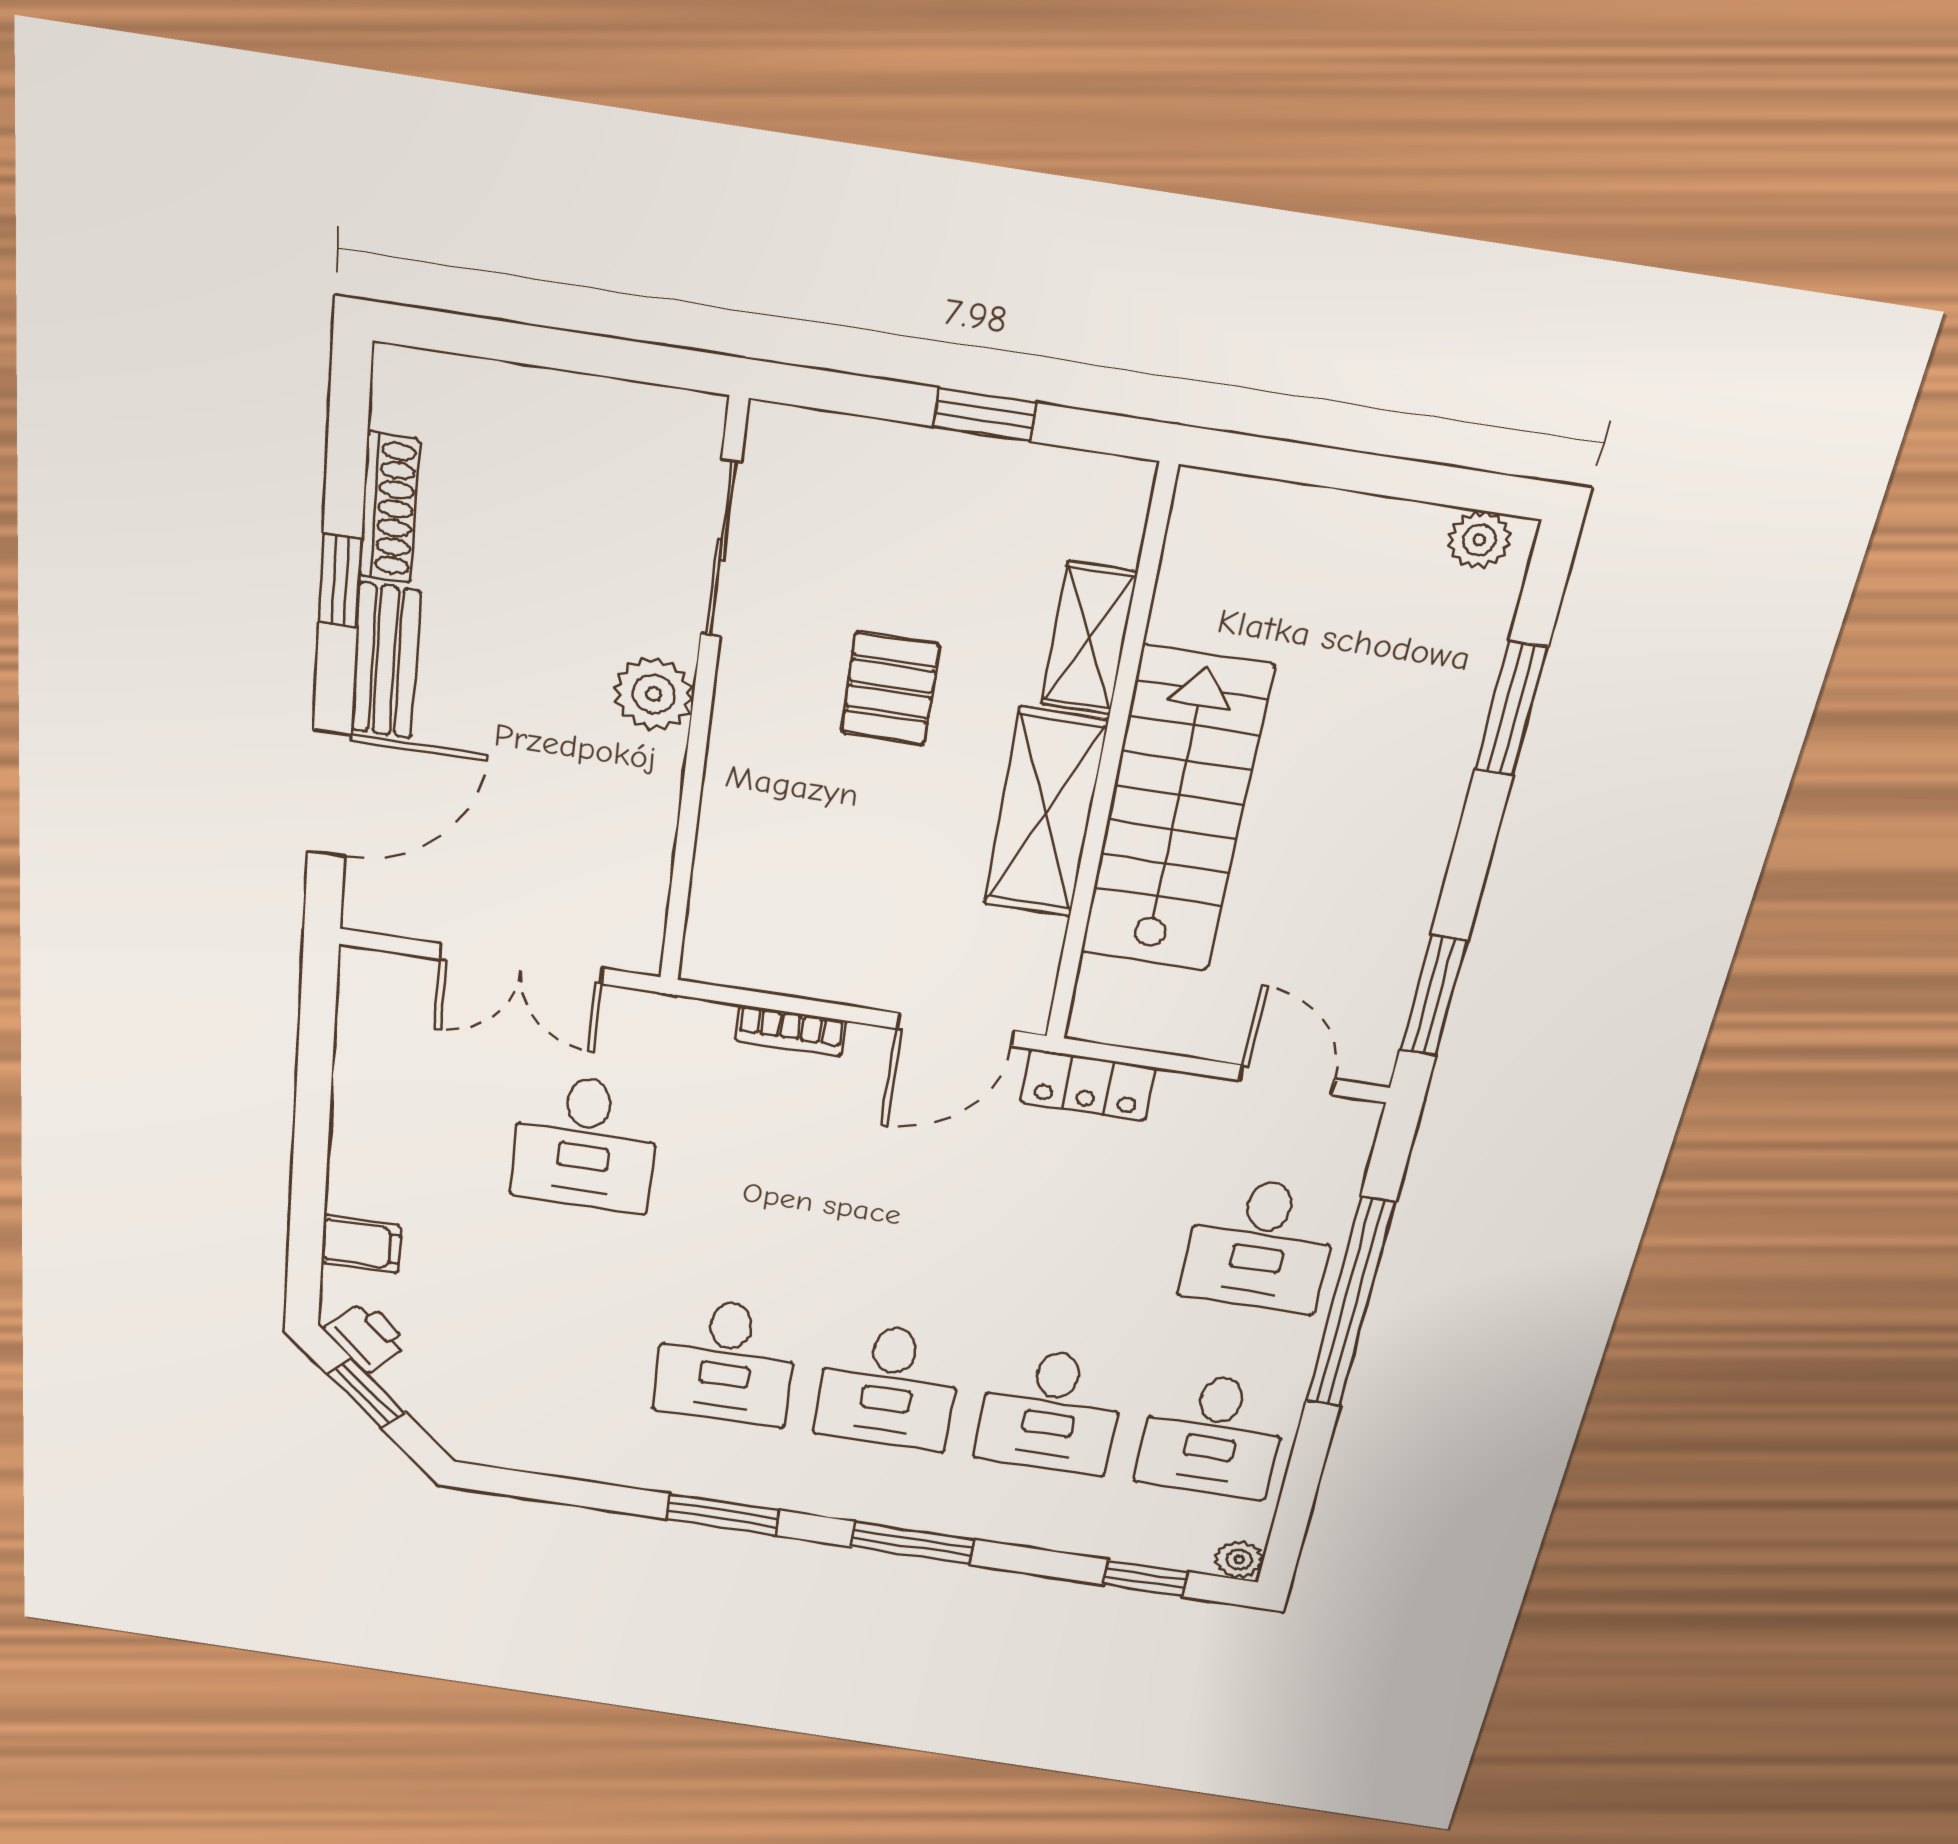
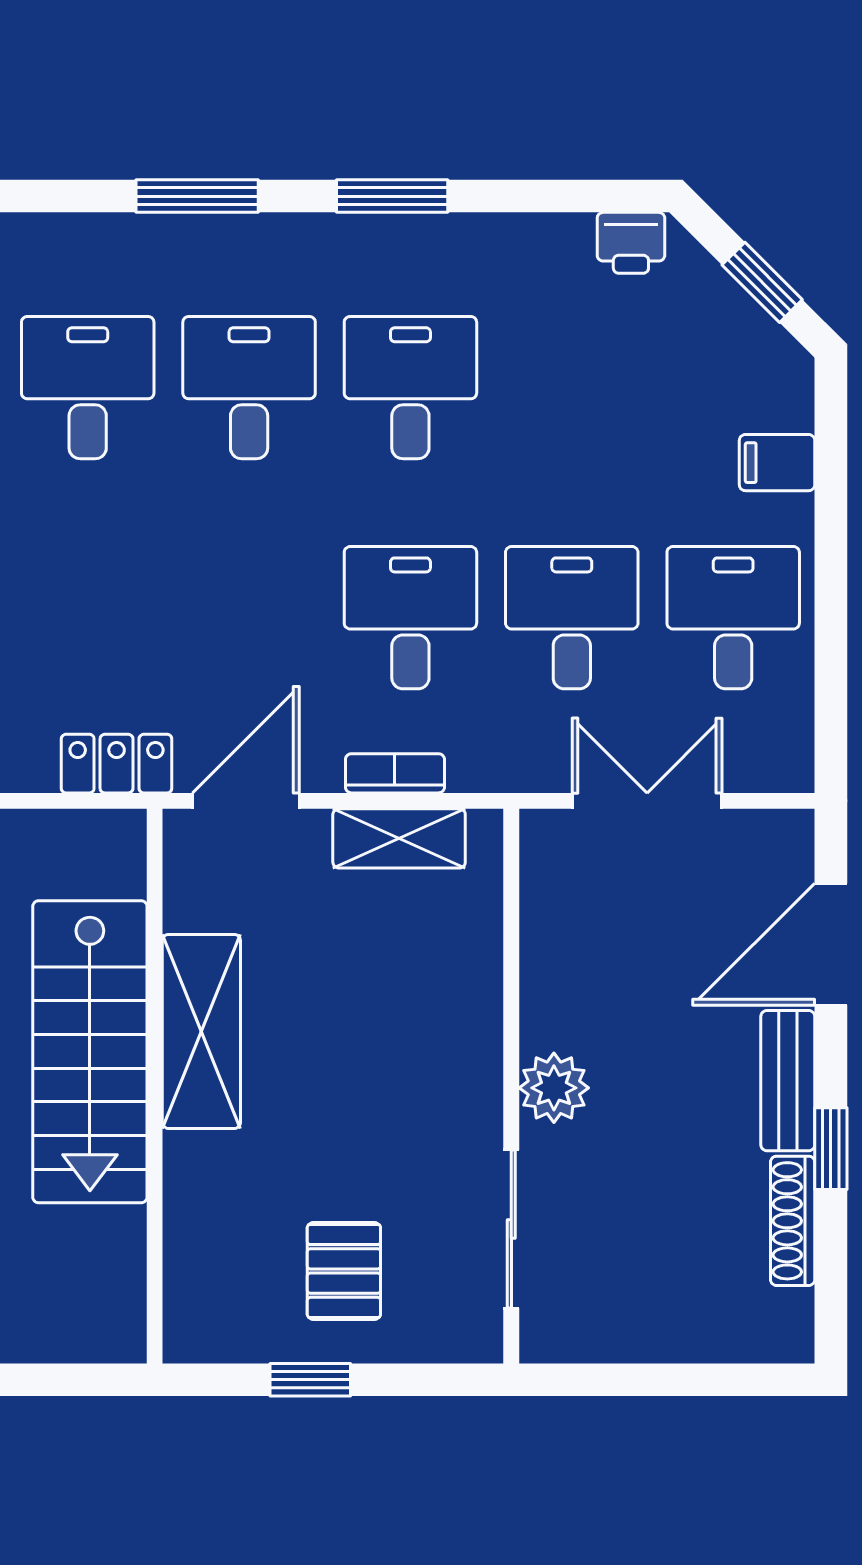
shelving: (1089, 638) -> (399, 838), moved, turned 90
pallet: (890, 689) -> (344, 1271), moved
desk: (416, 1117) -> (733, 618), added
desk: (754, 1168) -> (410, 618), added
printer: (366, 1337) -> (631, 243), moved, turned -45

